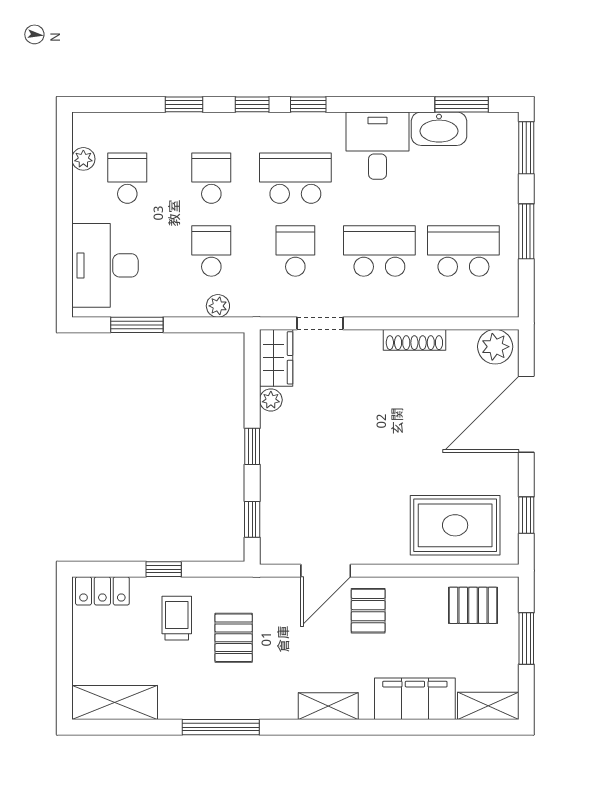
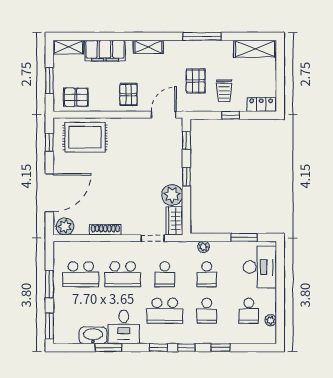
window: (462, 104) -> (109, 348), moved
plant: (271, 400) -> (172, 195), width x1.88, depth x1.88
door: (326, 571) -> (164, 115), moved

